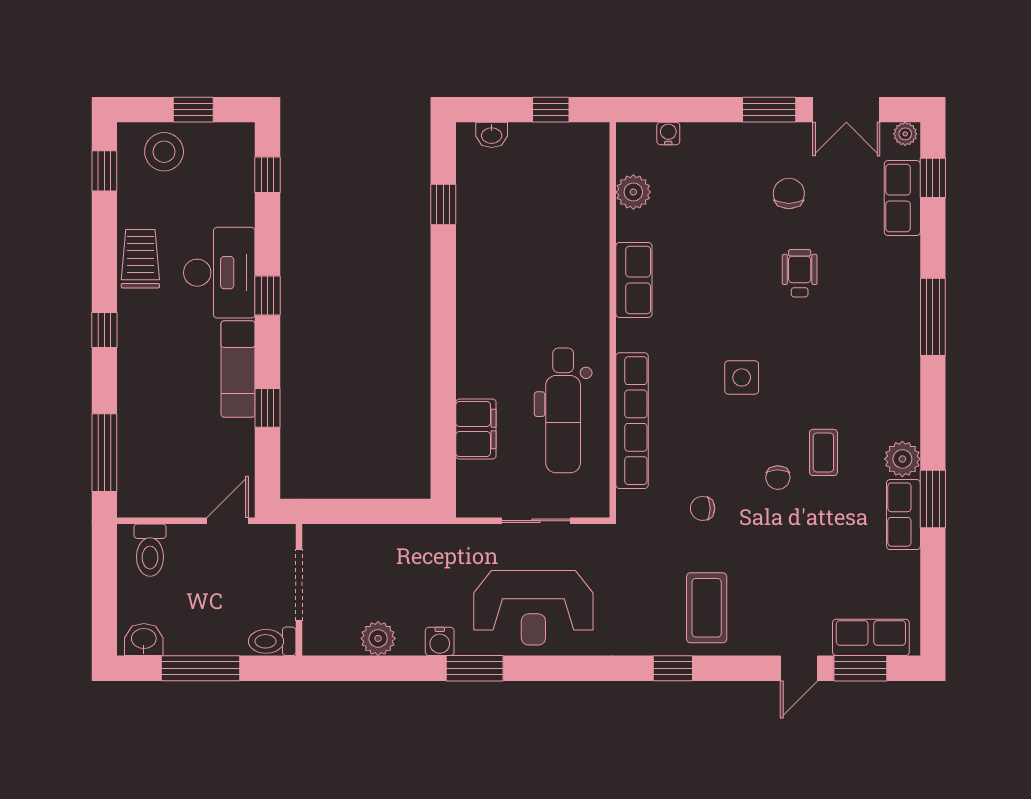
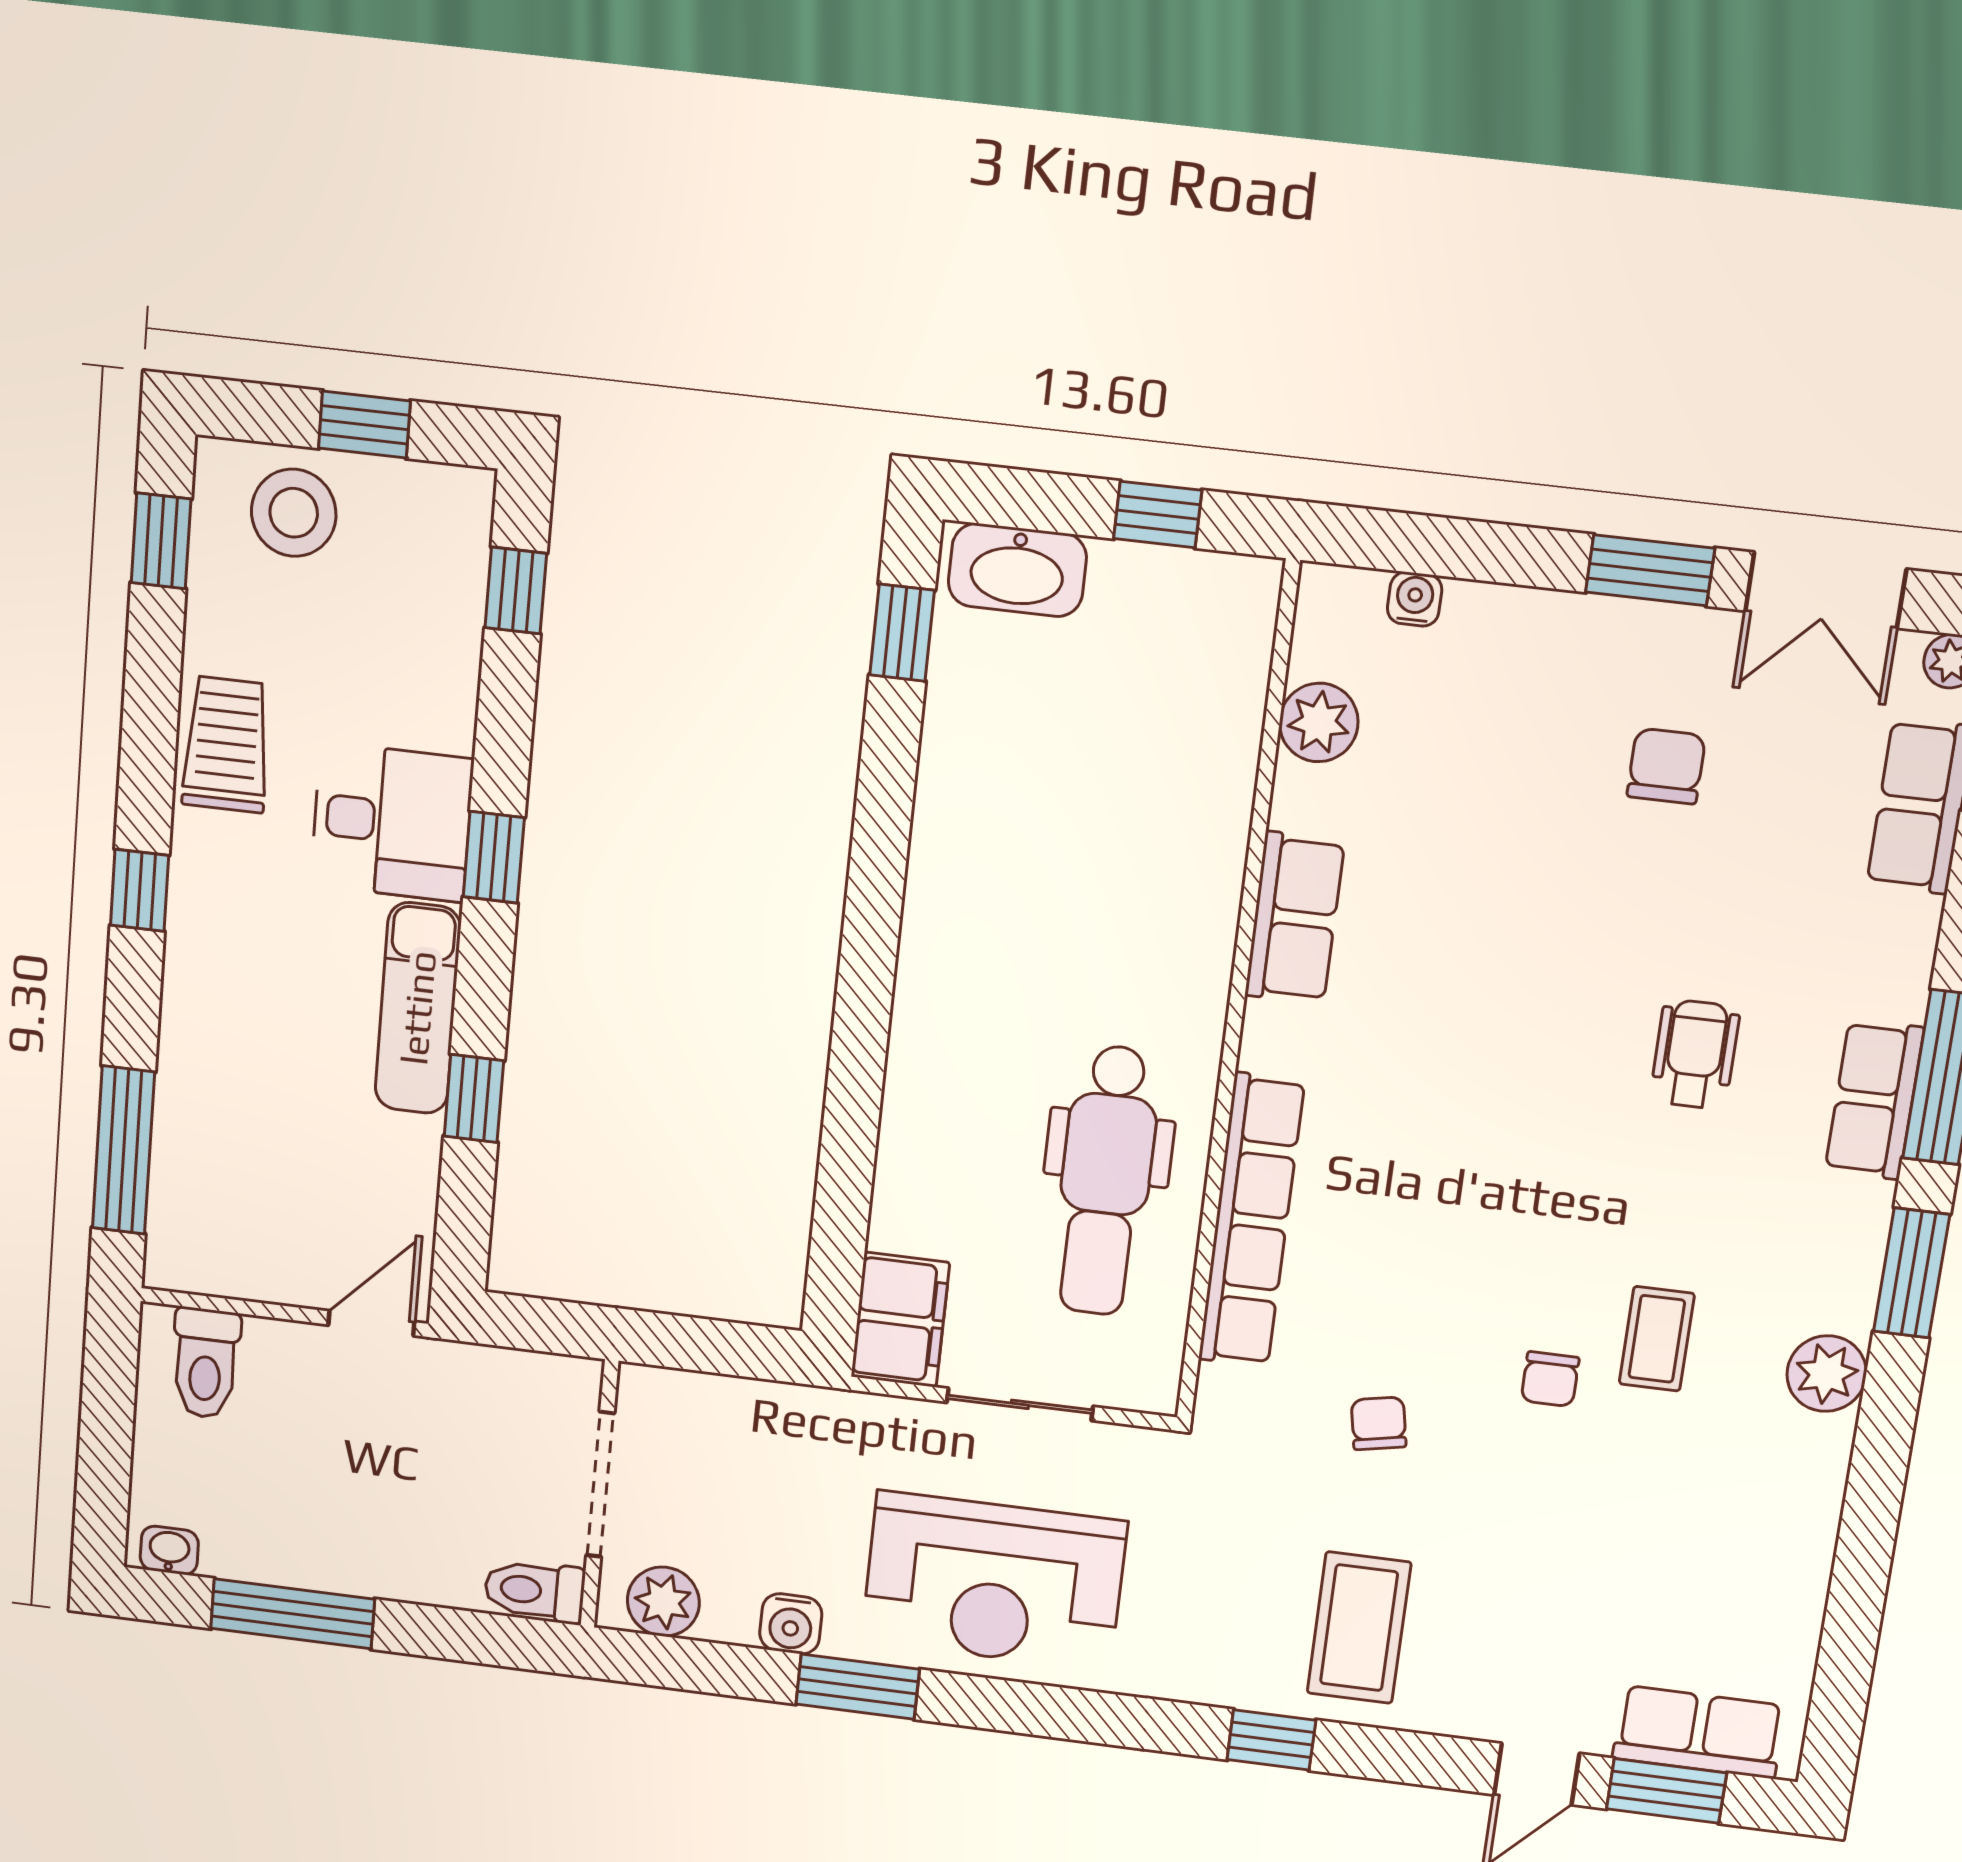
washbasin: (492, 135) -> (1017, 570), width x1.91, depth x1.45
window: (443, 205) -> (902, 633), moved
desk: (219, 273) -> (392, 822), width x0.73
wheelchair: (800, 273) -> (1695, 1054), moved
side table: (742, 377) -> (1502, 1158), removed
filing cabinet: (476, 429) -> (900, 1320), moved
window: (933, 499) -> (1912, 1273), moved
chair: (703, 508) -> (1379, 1423), turned 79
row of seats: (903, 515) -> (1874, 1100), moved
doorway: (299, 585) -> (600, 1484), moved
wall: (299, 590) -> (599, 1494), moved
washbasin: (144, 639) -> (169, 1550), width x0.72, depth x0.69
toilet: (272, 641) -> (535, 1591), moved

